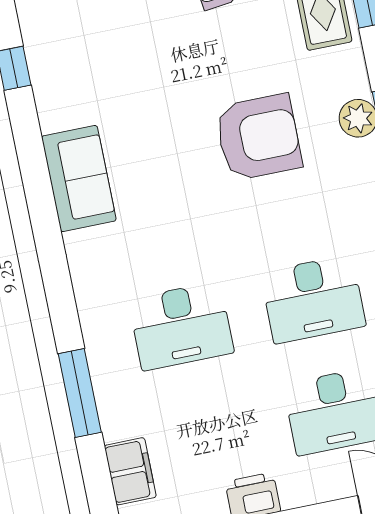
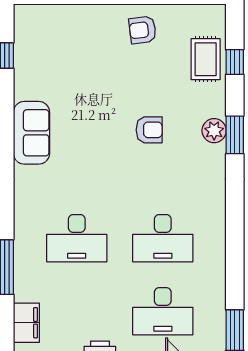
armchair: (258, 137) -> (149, 130), width x0.53, depth x0.53

